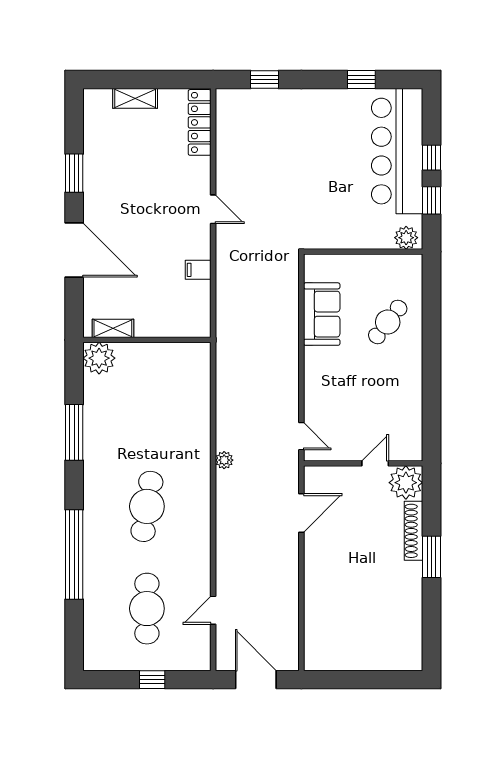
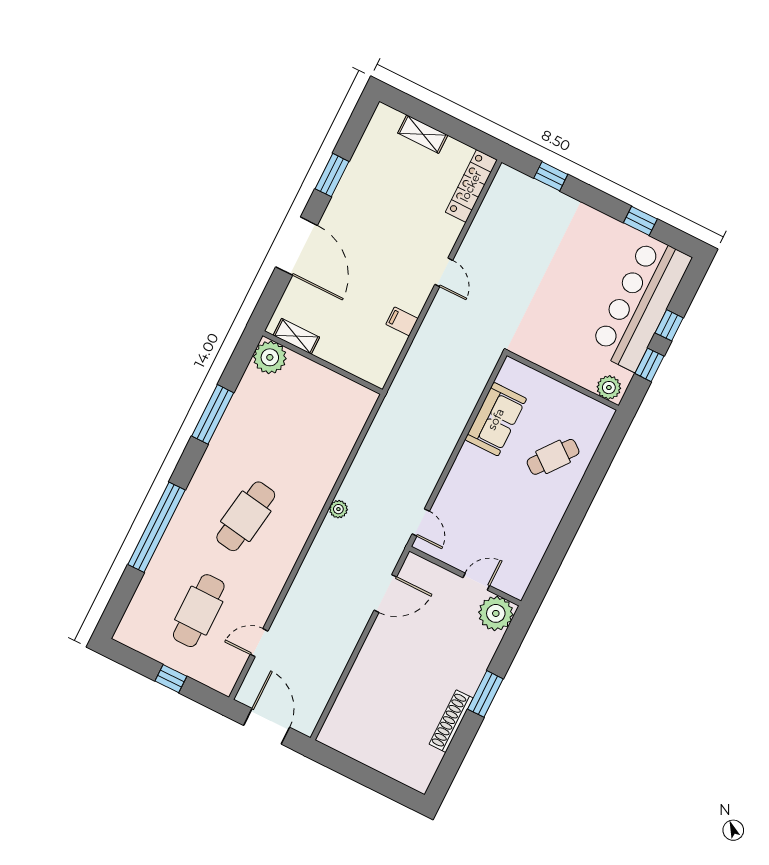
shoe rack: (414, 531) -> (451, 721), moved

